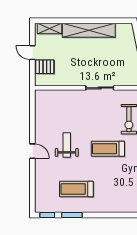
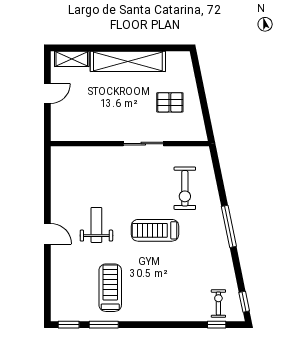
door: (32, 53) -> (47, 93), swing flipped
pallet: (45, 67) -> (170, 102), moved
treadmill: (76, 189) -> (110, 288), turned 90

